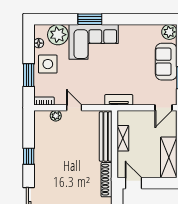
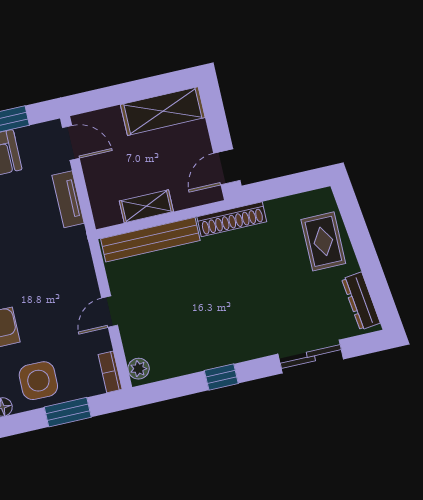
tv unit: (119, 100) -> (68, 199), moved
plant: (56, 116) -> (139, 369), moved

